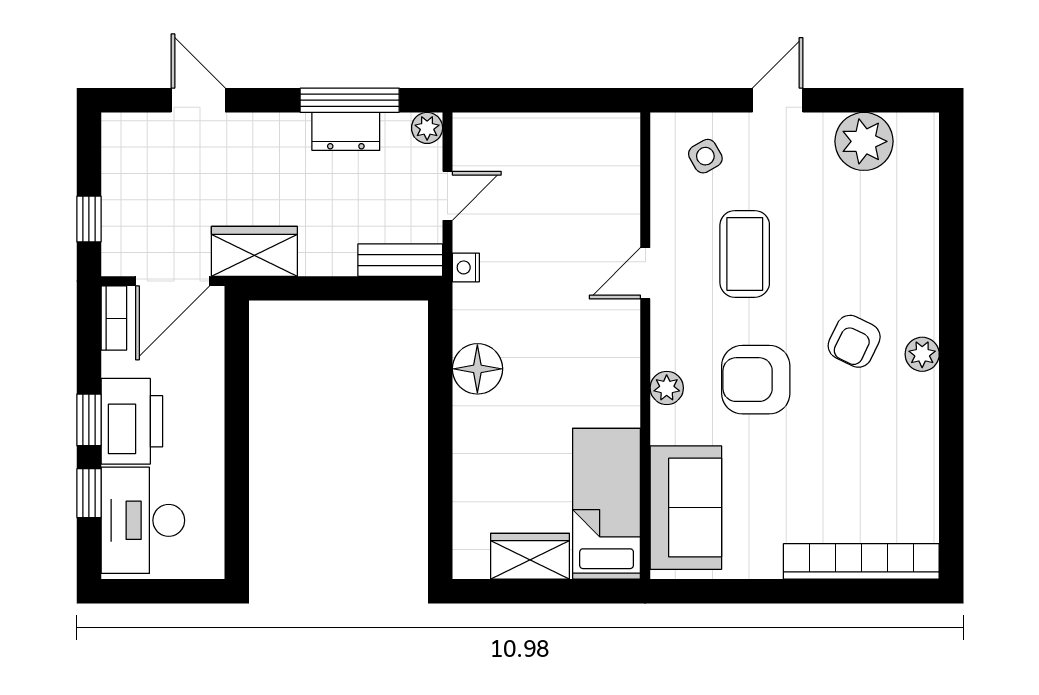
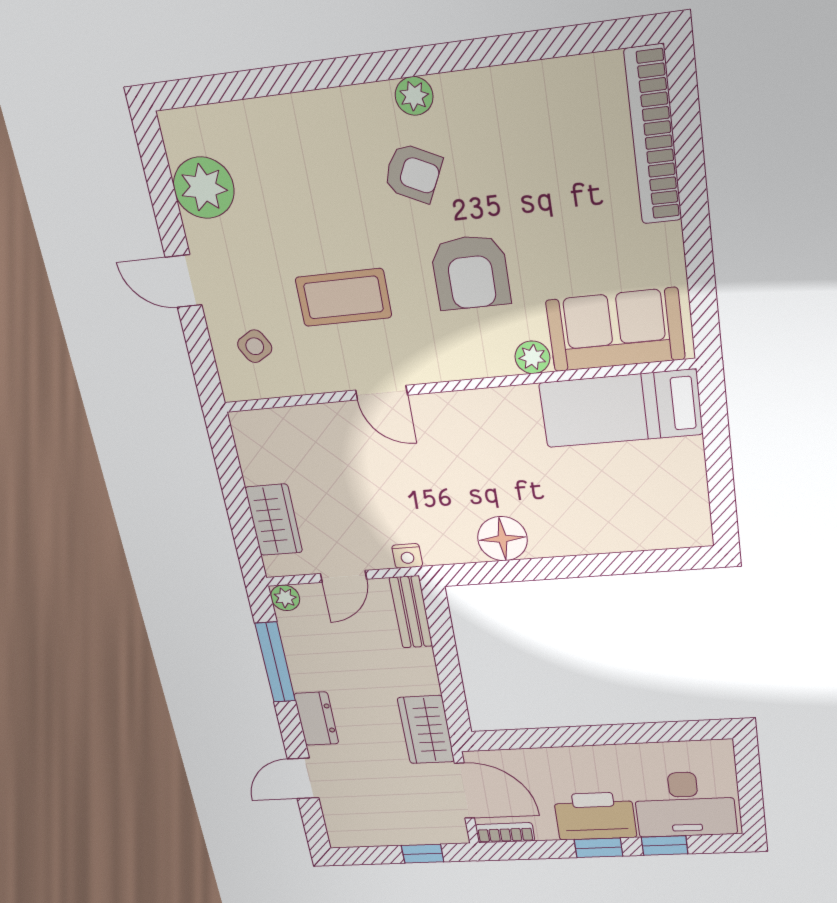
dresser: (346, 131) -> (316, 719), moved
door: (447, 196) -> (343, 576), swing flipped
plant: (667, 388) -> (532, 357), moved
wardrobe: (530, 556) -> (274, 520), moved, turned 180

